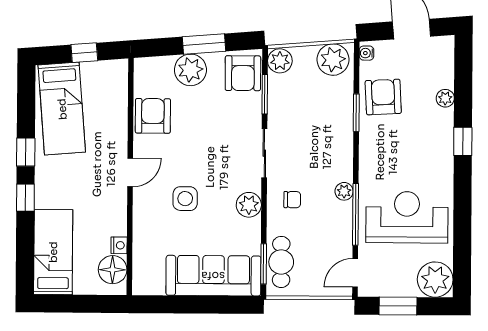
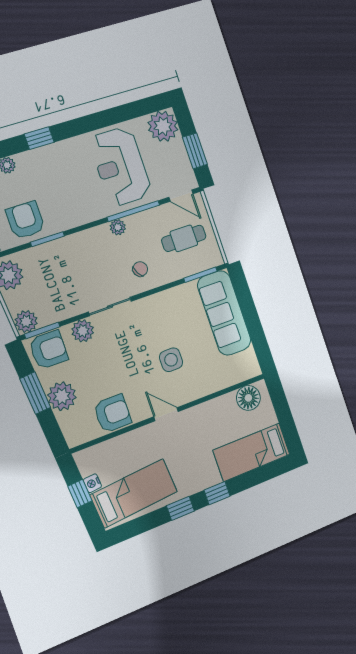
window: (265, 94) -> (42, 330), moved
armchair: (383, 97) -> (25, 220), turned 93
armchair: (153, 116) -> (113, 413), turned 180
chair: (292, 200) -> (140, 269), turned 60
plant: (249, 205) -> (83, 331), moved
nightstand: (119, 245) -> (92, 483), moved, turned -95
cafe table: (281, 262) -> (184, 238), moved

